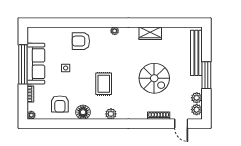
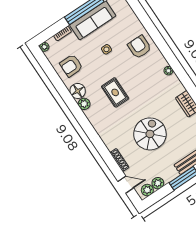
spiral stairs: (154, 78) -> (150, 134), turned 180
rug: (104, 84) -> (115, 92), turned 90
plant: (111, 114) -> (84, 104), moved
door: (181, 124) -> (126, 185), swing flipped

